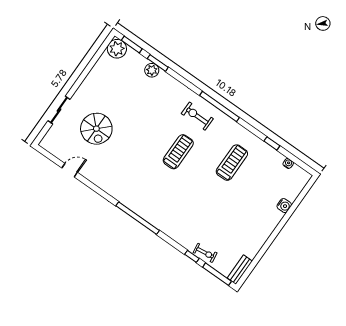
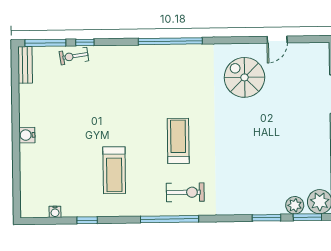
plant: (152, 70) -> (295, 205), moved
spiral stairs: (96, 129) -> (244, 77), moved
treadmill: (178, 152) -> (178, 141), turned 180
water cooler: (284, 206) -> (27, 135), moved

